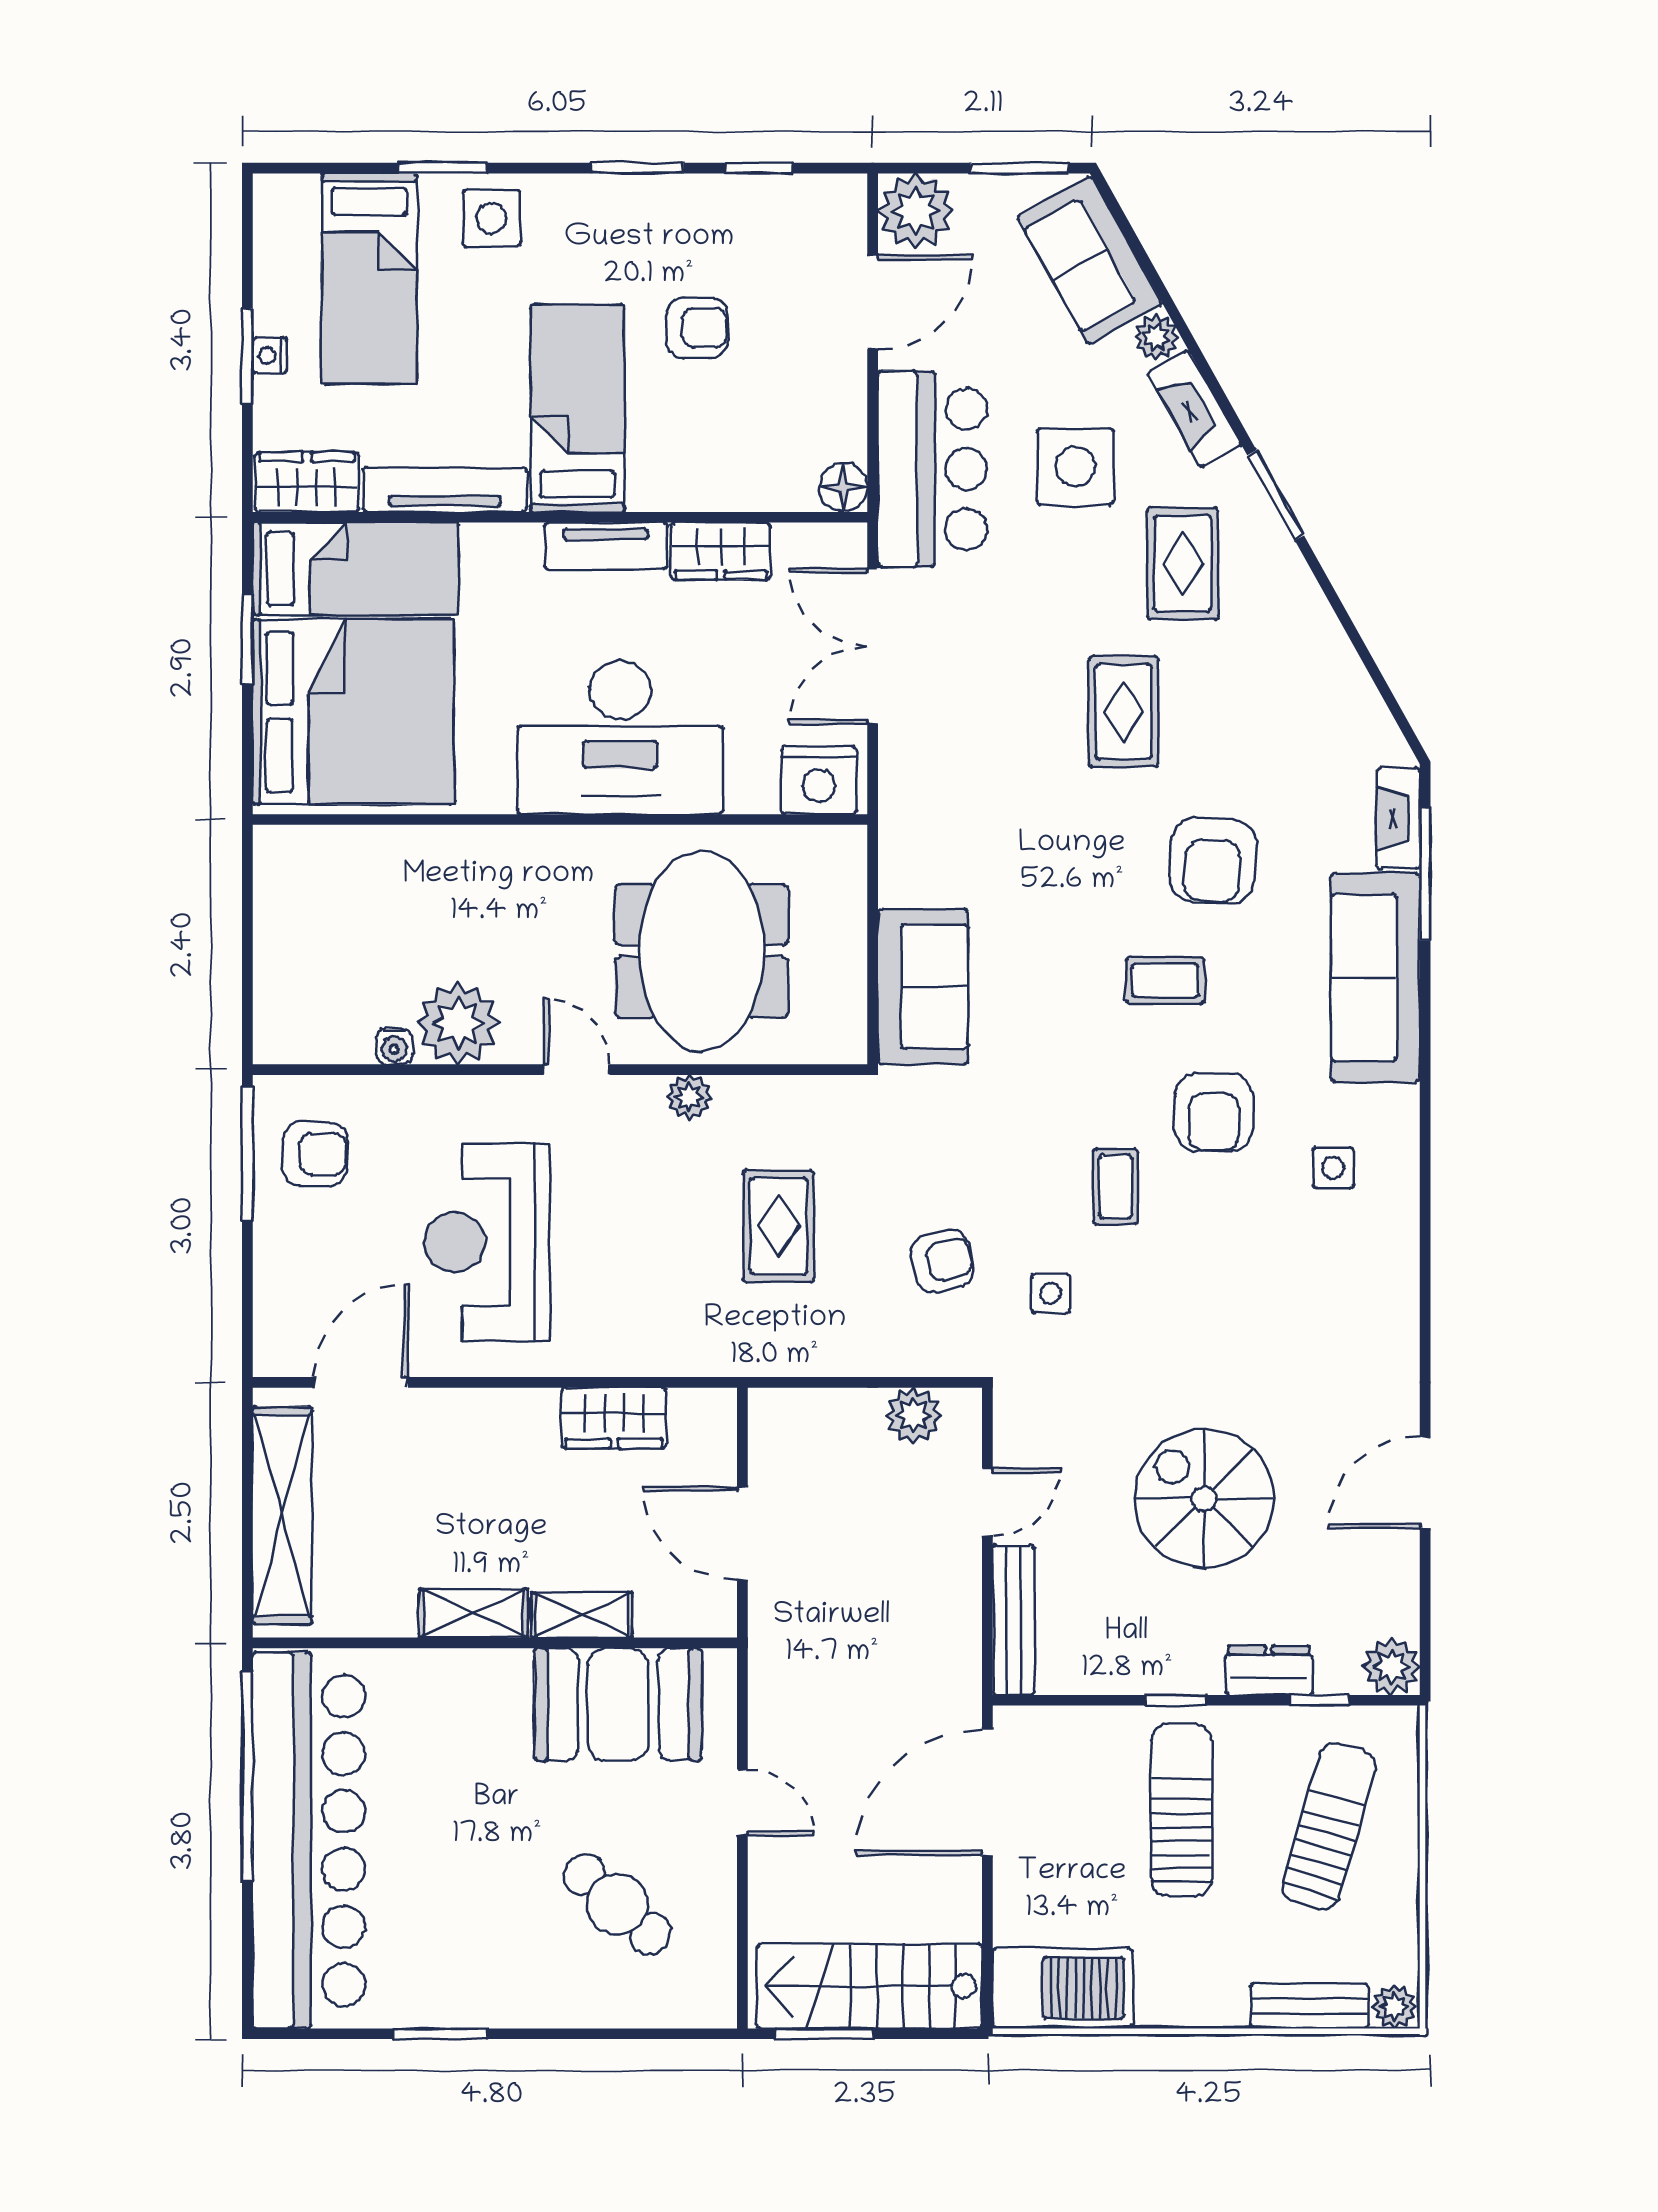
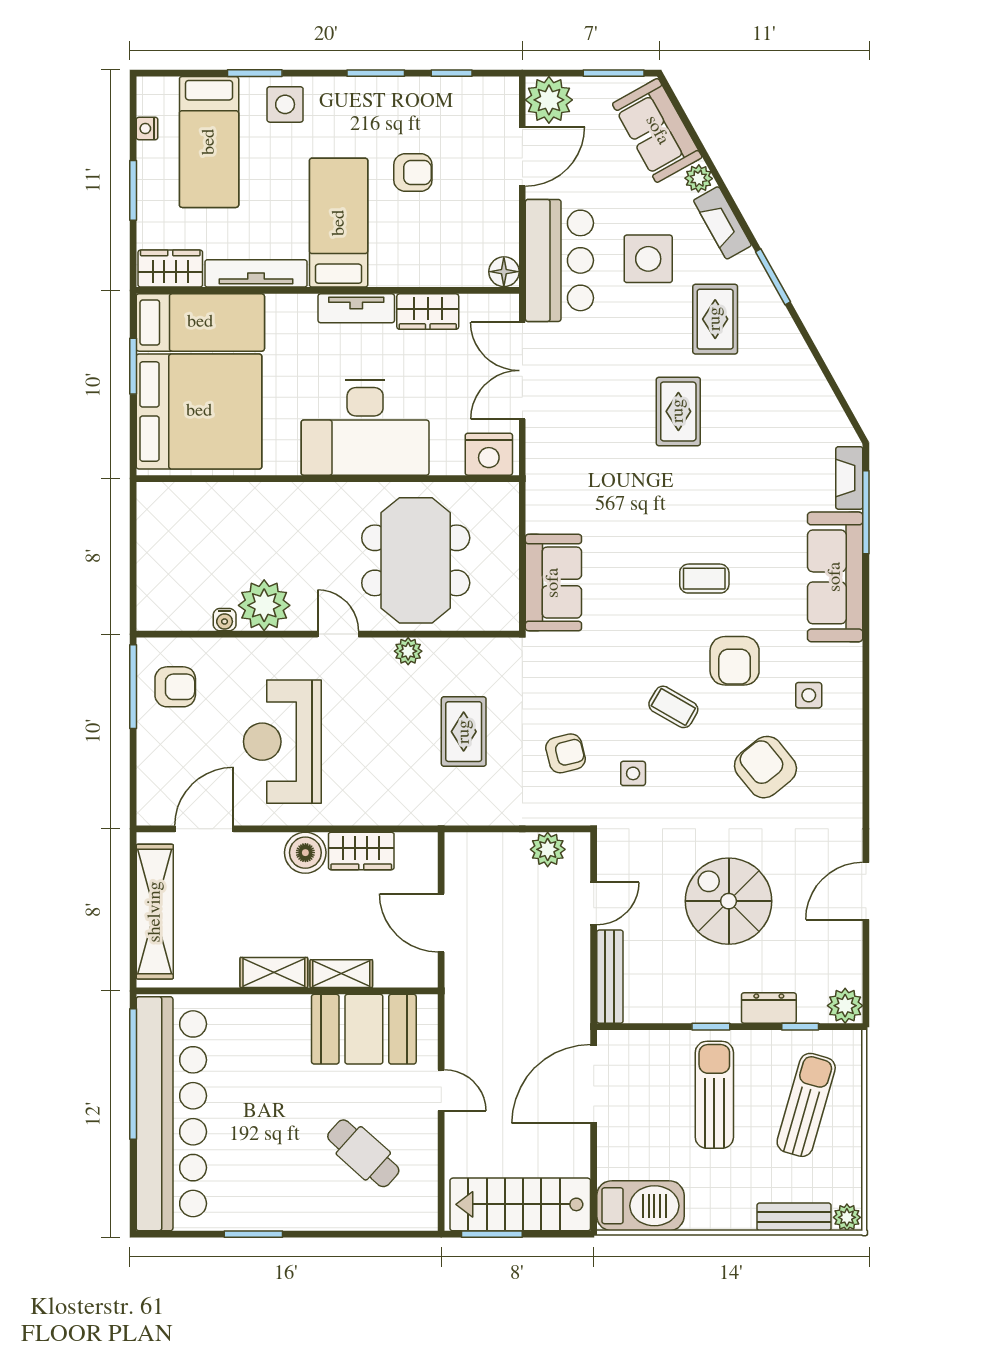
nightstand: (270, 355) -> (147, 129), moved
armchair: (1213, 860) -> (765, 767), moved, turned 138
coffee table: (1115, 1187) -> (673, 707), turned -60
boiler: (524, 1421) -> (305, 853), added

